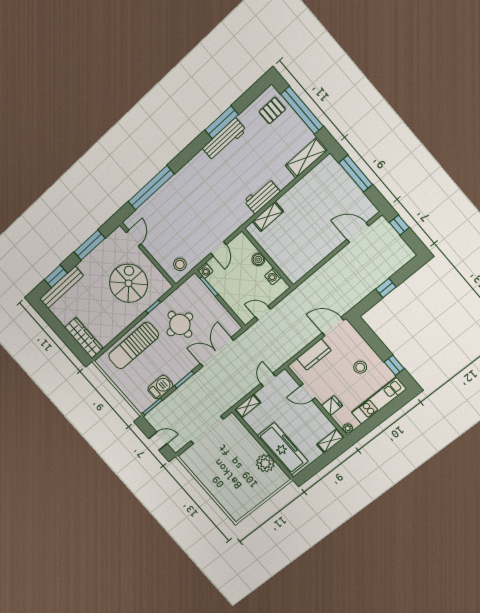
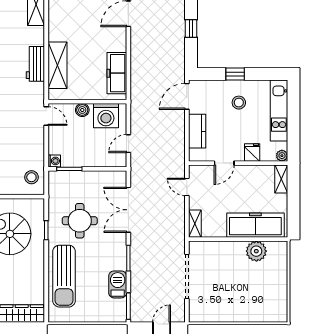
shelving: (268, 217) -> (57, 65), width x1.50, depth x1.33
door: (218, 249) -> (46, 116), moved
freezer: (306, 262) -> (117, 73), added
washing machine: (273, 277) -> (106, 116), width x1.89, depth x1.89
window: (394, 365) -> (235, 74), moved

